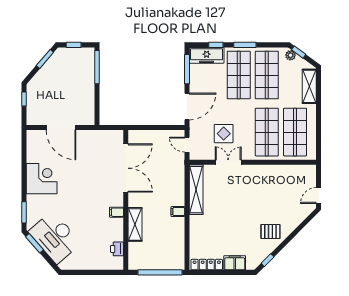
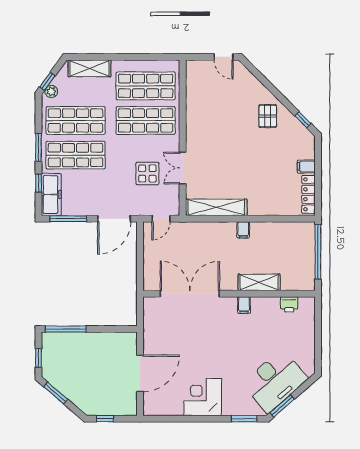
door: (187, 106) -> (114, 219), swing flipped
filing cabinet: (235, 263) -> (306, 167), width x0.50

